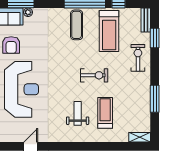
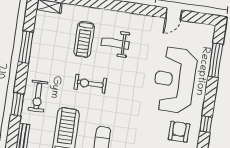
window: (155, 38) -> (17, 104), moved
weight bench: (78, 113) -> (115, 43), turned 90

